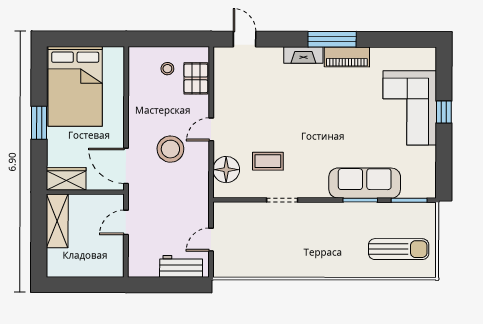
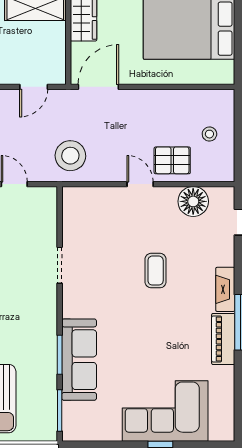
pallet: (196, 78) -> (172, 160), moved
stool: (170, 149) -> (70, 156), moved
coffee table: (268, 161) -> (156, 271), moved
floor lamp: (226, 170) -> (193, 201), moved
door: (126, 222) -> (34, 87), swing flipped

